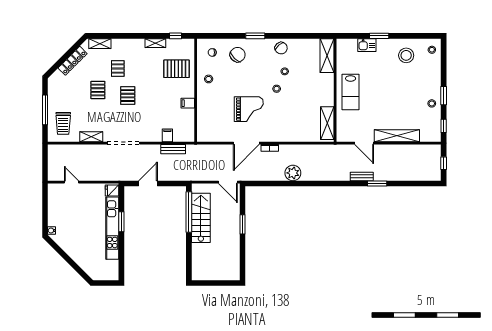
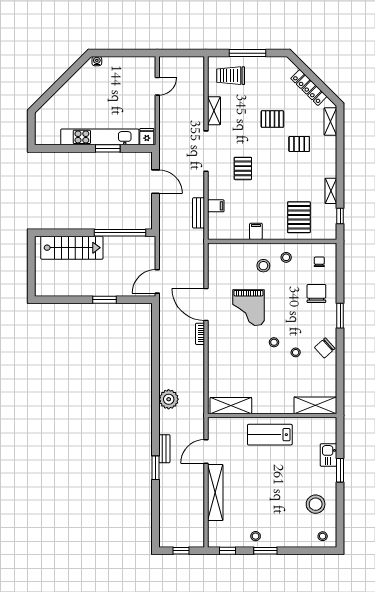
chair: (238, 55) -> (316, 294), turned -135
pallet: (128, 96) -> (243, 168), moved, turned 90
stool: (215, 97) -> (263, 266), added
plant: (293, 173) -> (169, 399), moved
stairs: (201, 218) -> (72, 248), moved

